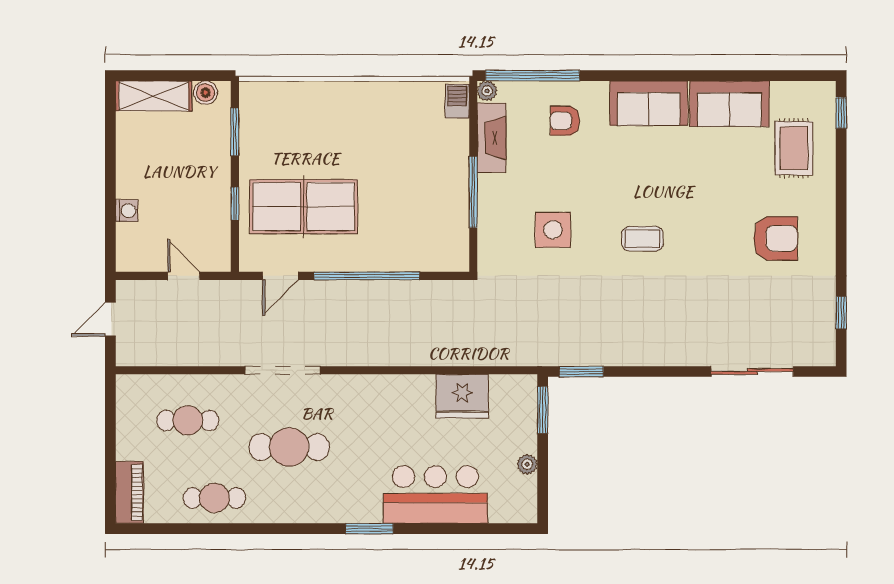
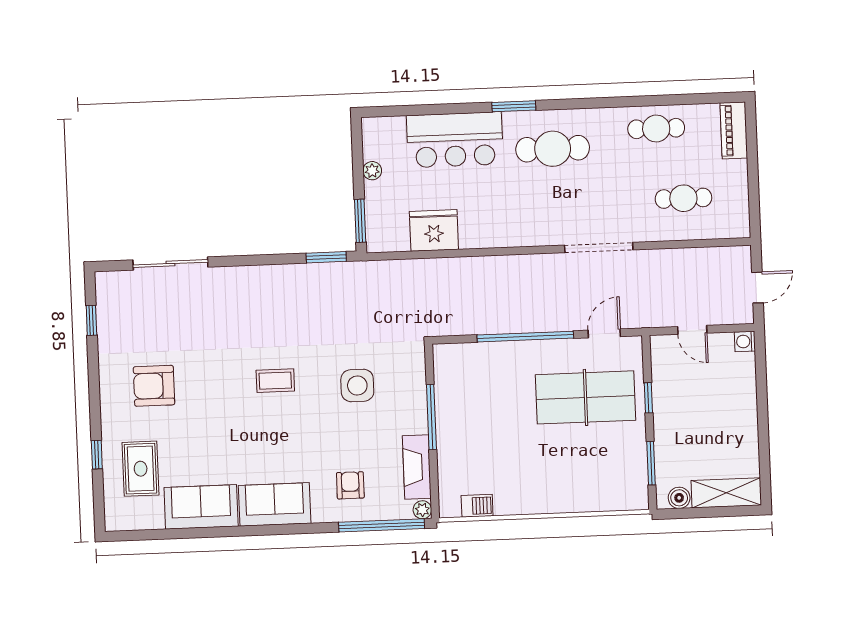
barbecue: (457, 101) -> (477, 506), moved, turned -90
window: (841, 113) -> (97, 455), moved
armchair: (565, 121) -> (350, 485), turned -90
washing machine: (127, 211) -> (745, 341), moved
cafe table: (289, 447) -> (553, 149), moved

